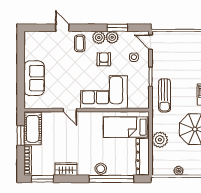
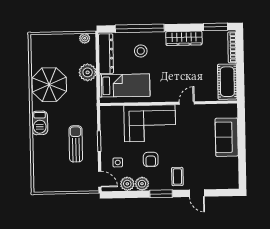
window: (117, 28) -> (161, 194), moved
plant: (99, 37) -> (127, 184), moved
sun lounger: (165, 95) -> (76, 144), moved
door: (70, 110) -> (187, 103), hinge flipped
window: (21, 136) -> (240, 74), removed
wardrobe: (66, 169) -> (184, 38), width x1.50
stool: (101, 169) -> (141, 51), moved
plant: (179, 171) -> (85, 38), moved

